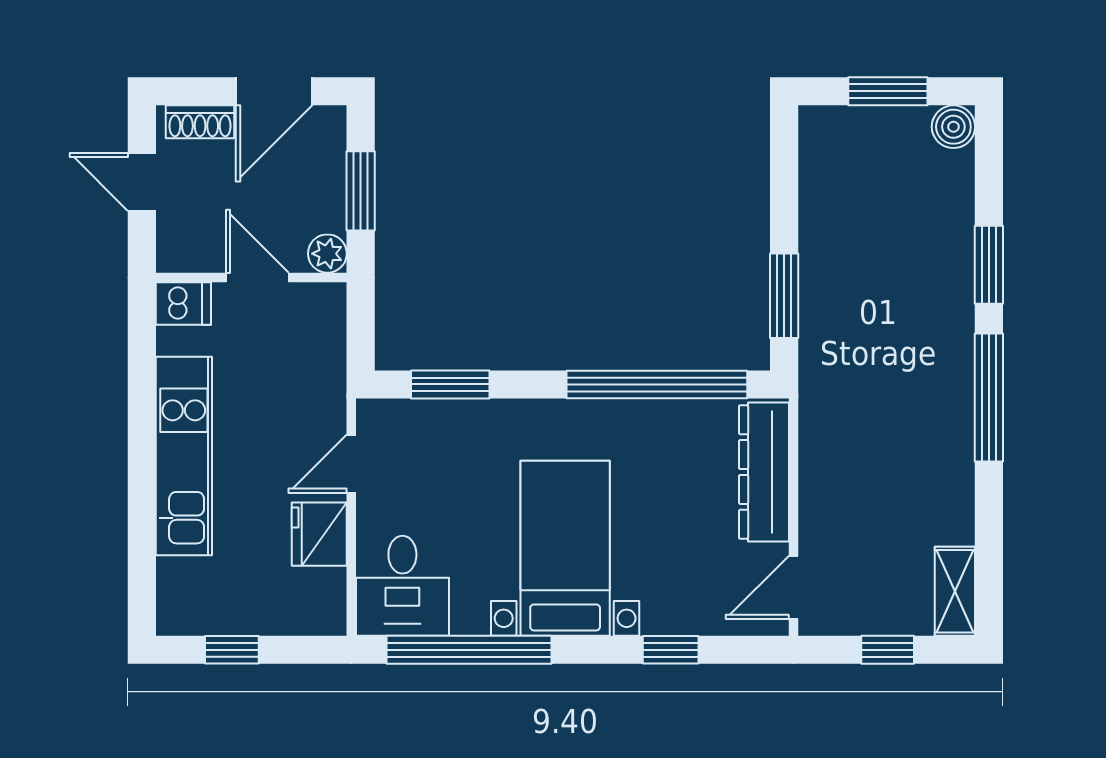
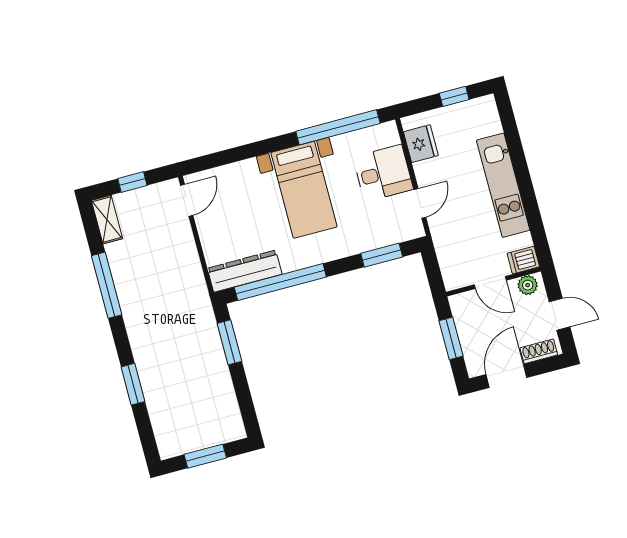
boiler: (953, 127) -> (168, 447), removed
plant: (327, 254) -> (528, 285), moved
window: (989, 397) -> (107, 285), moved
dresser: (764, 472) -> (245, 271), moved, turned -90
fridge: (319, 534) -> (421, 144), moved
desk: (402, 586) -> (383, 173), moved, turned 90
window: (671, 650) -> (239, 154), removed

